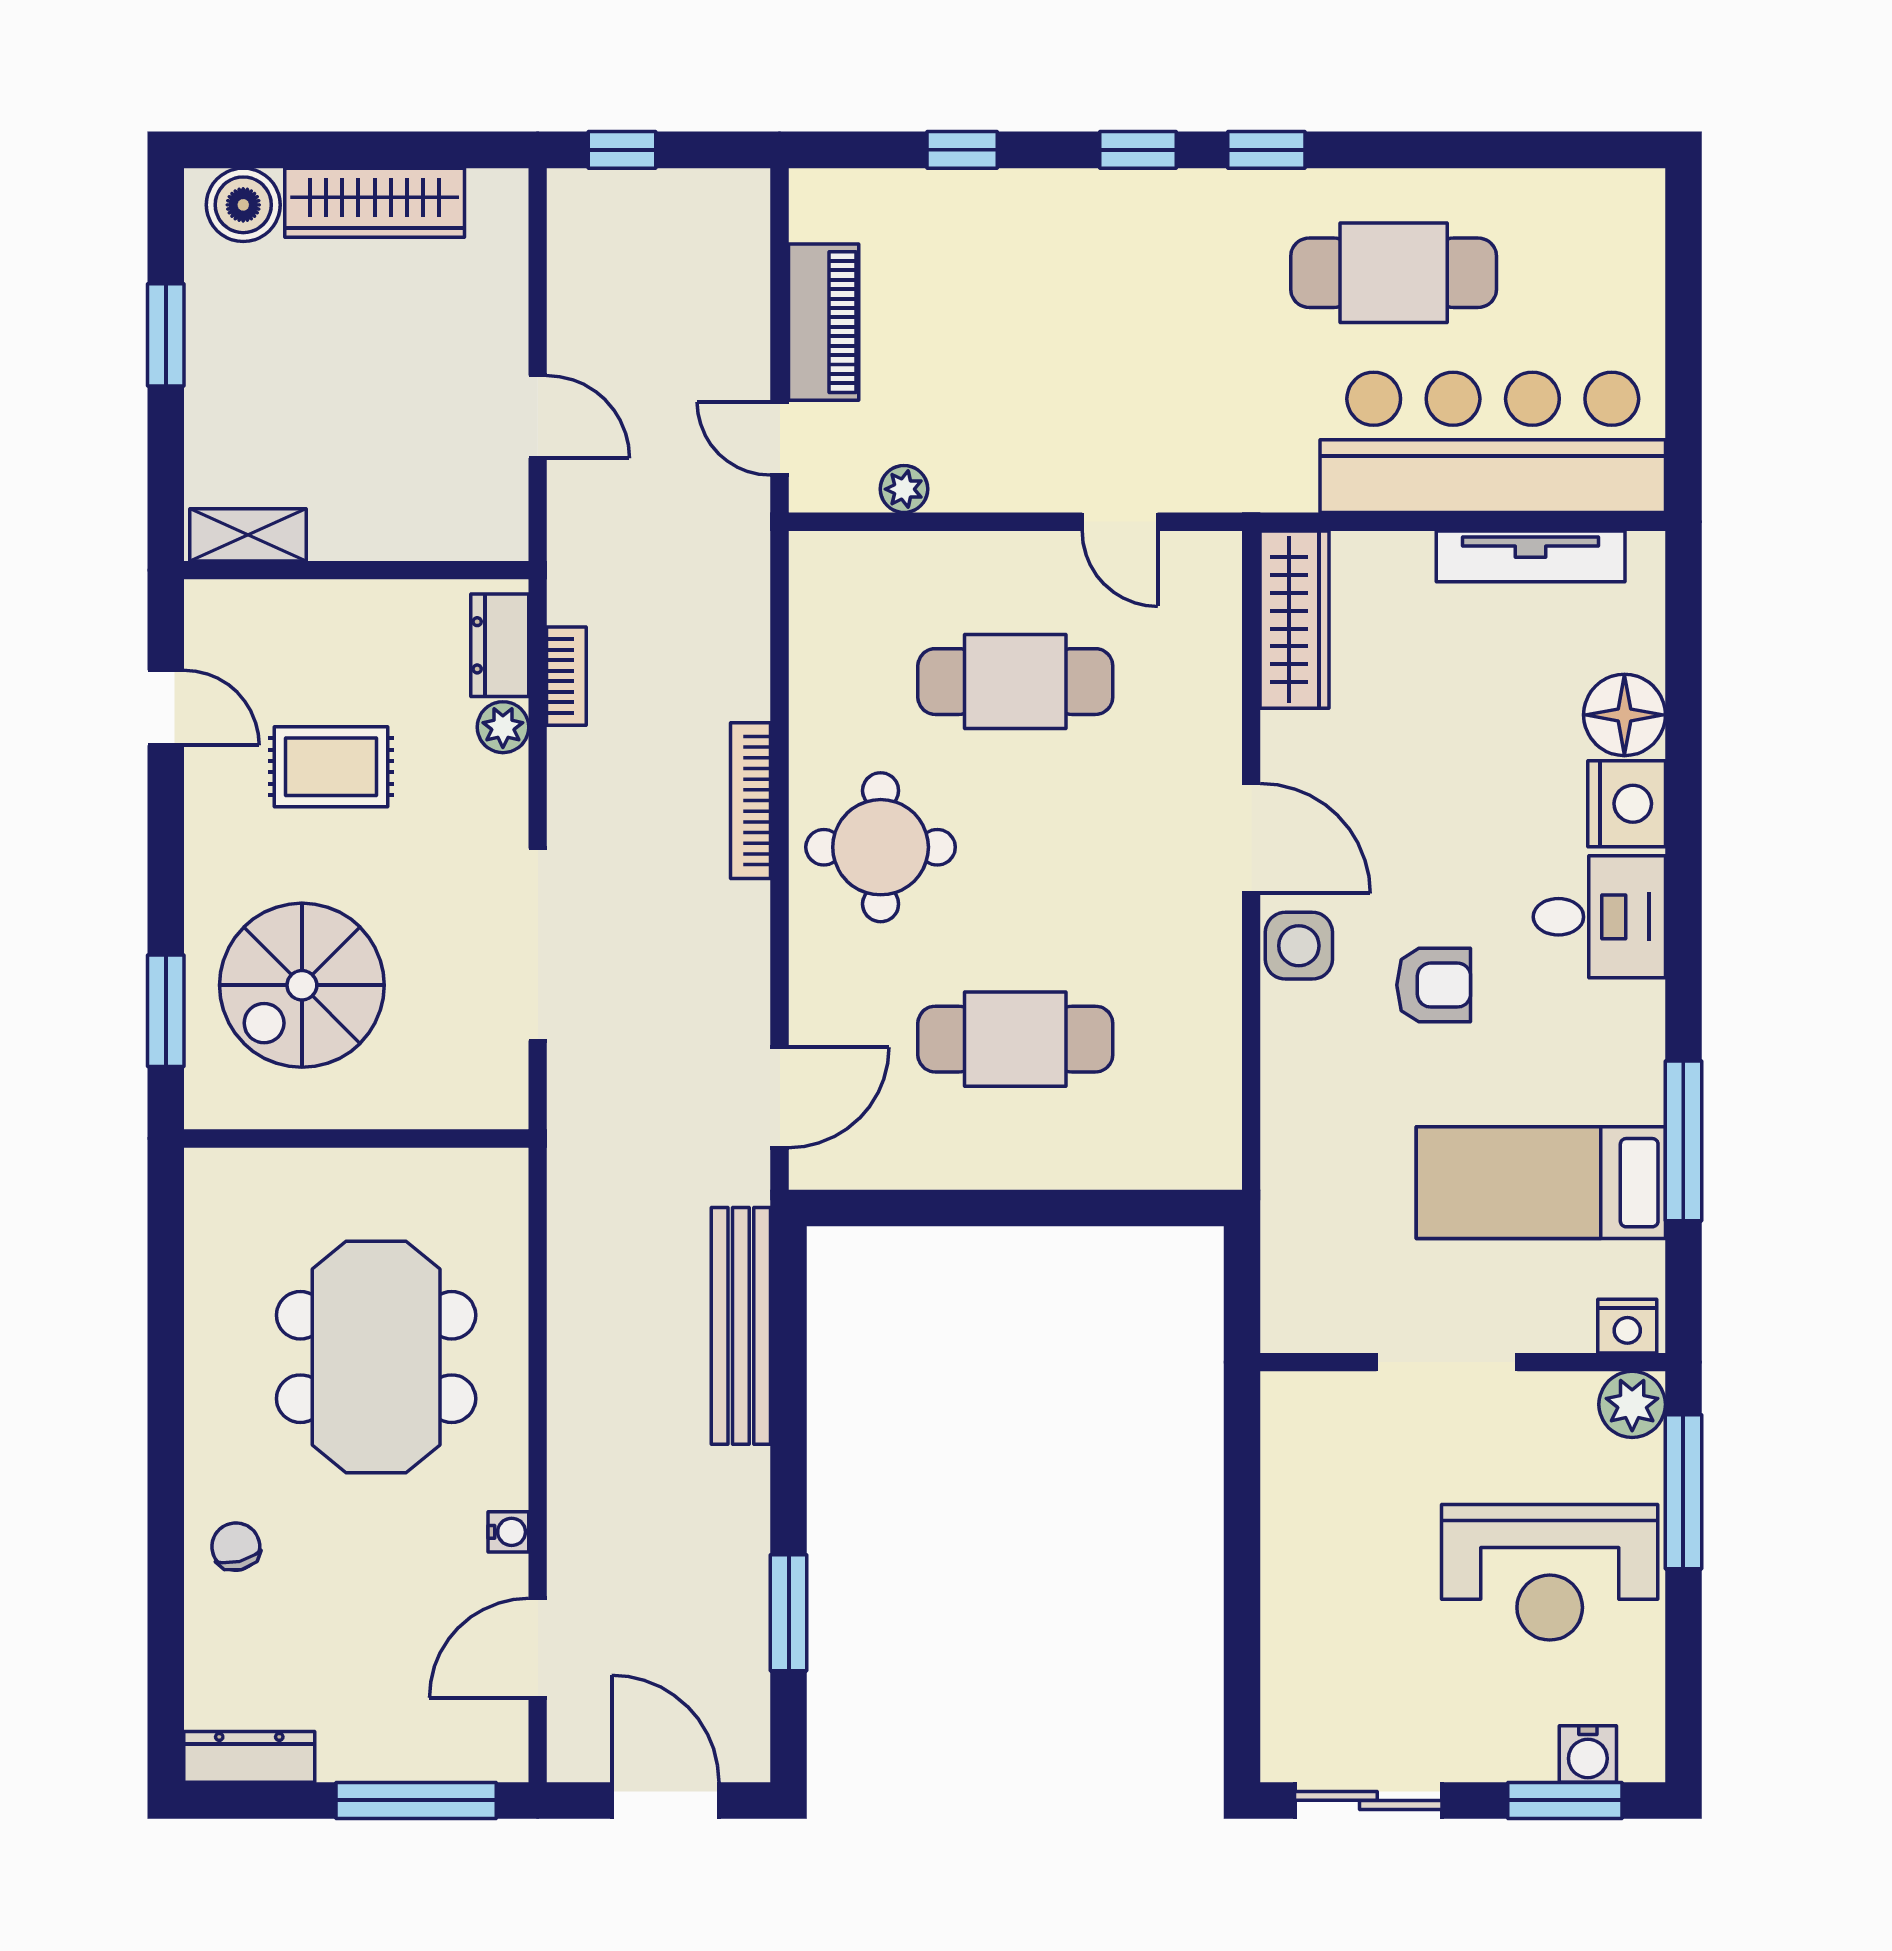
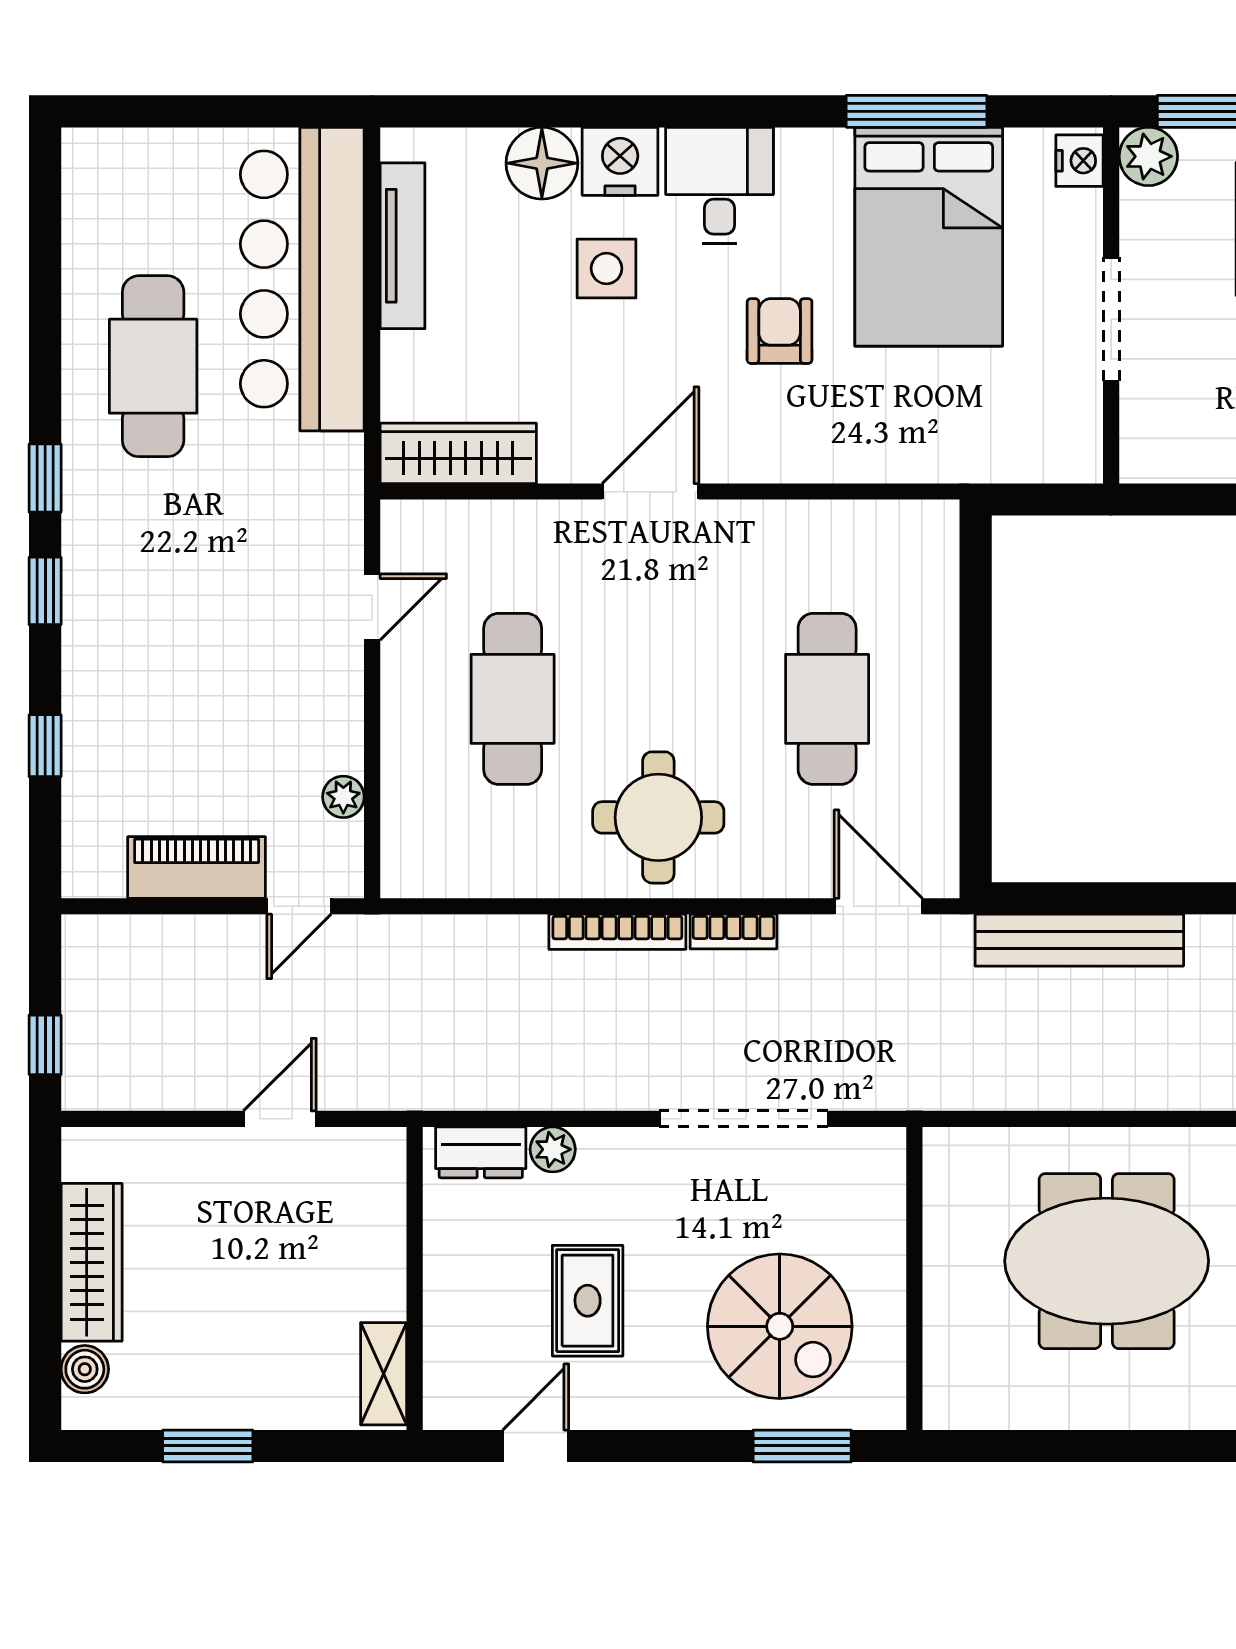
boiler: (243, 205) -> (85, 1369), width x0.73, depth x0.73
bookcase: (566, 676) -> (733, 932), moved, turned 180
side table: (1299, 946) -> (606, 268), moved
bed: (1541, 1183) -> (929, 237), width x1.50

